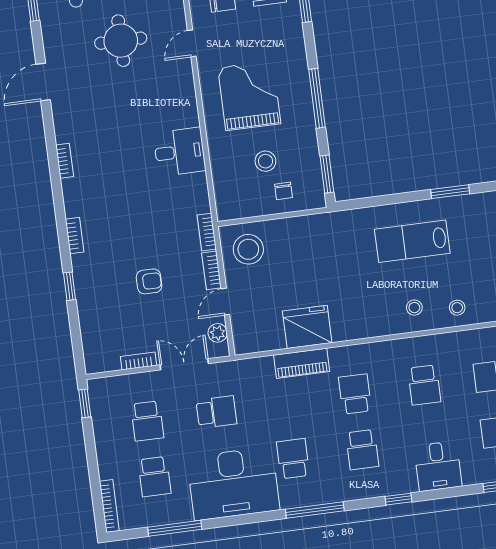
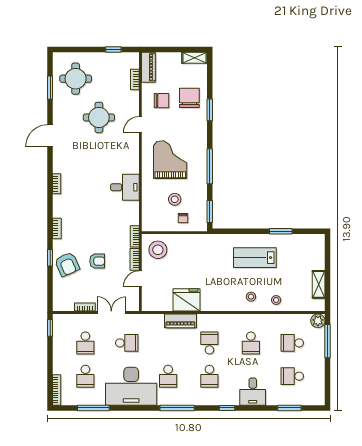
armchair: (99, 293) -> (67, 264), added
plant: (218, 333) -> (133, 297), removed
school desk: (293, 459) -> (168, 376), turned 180

